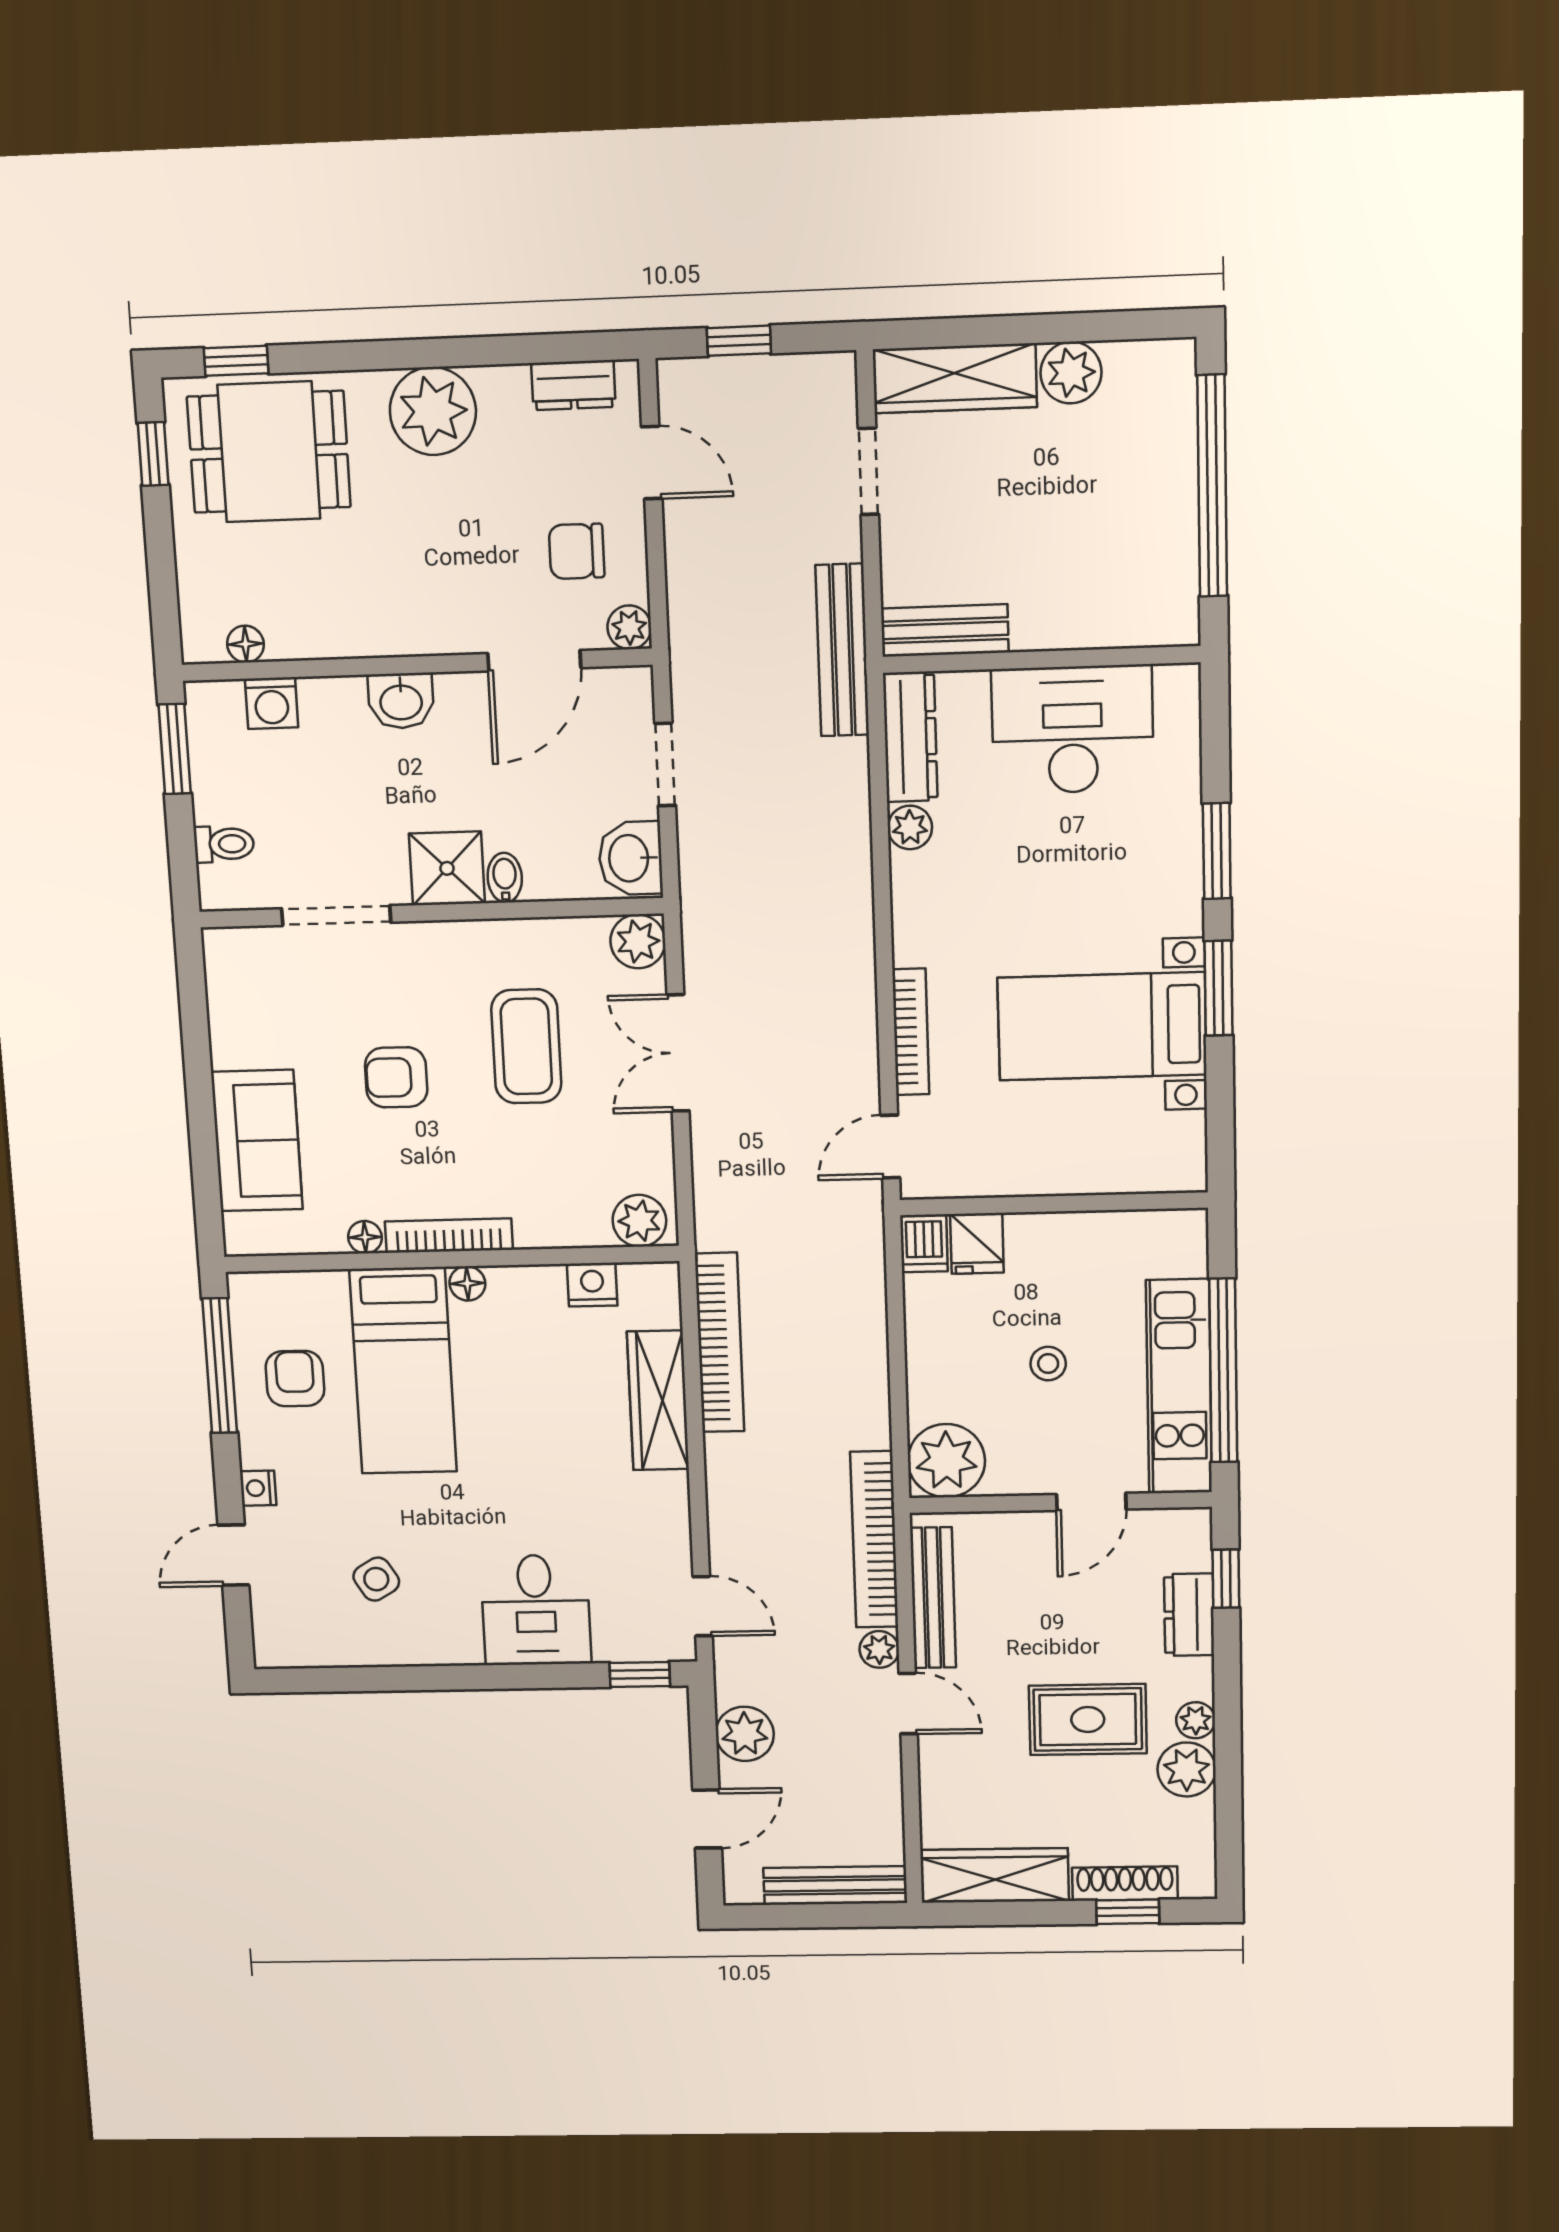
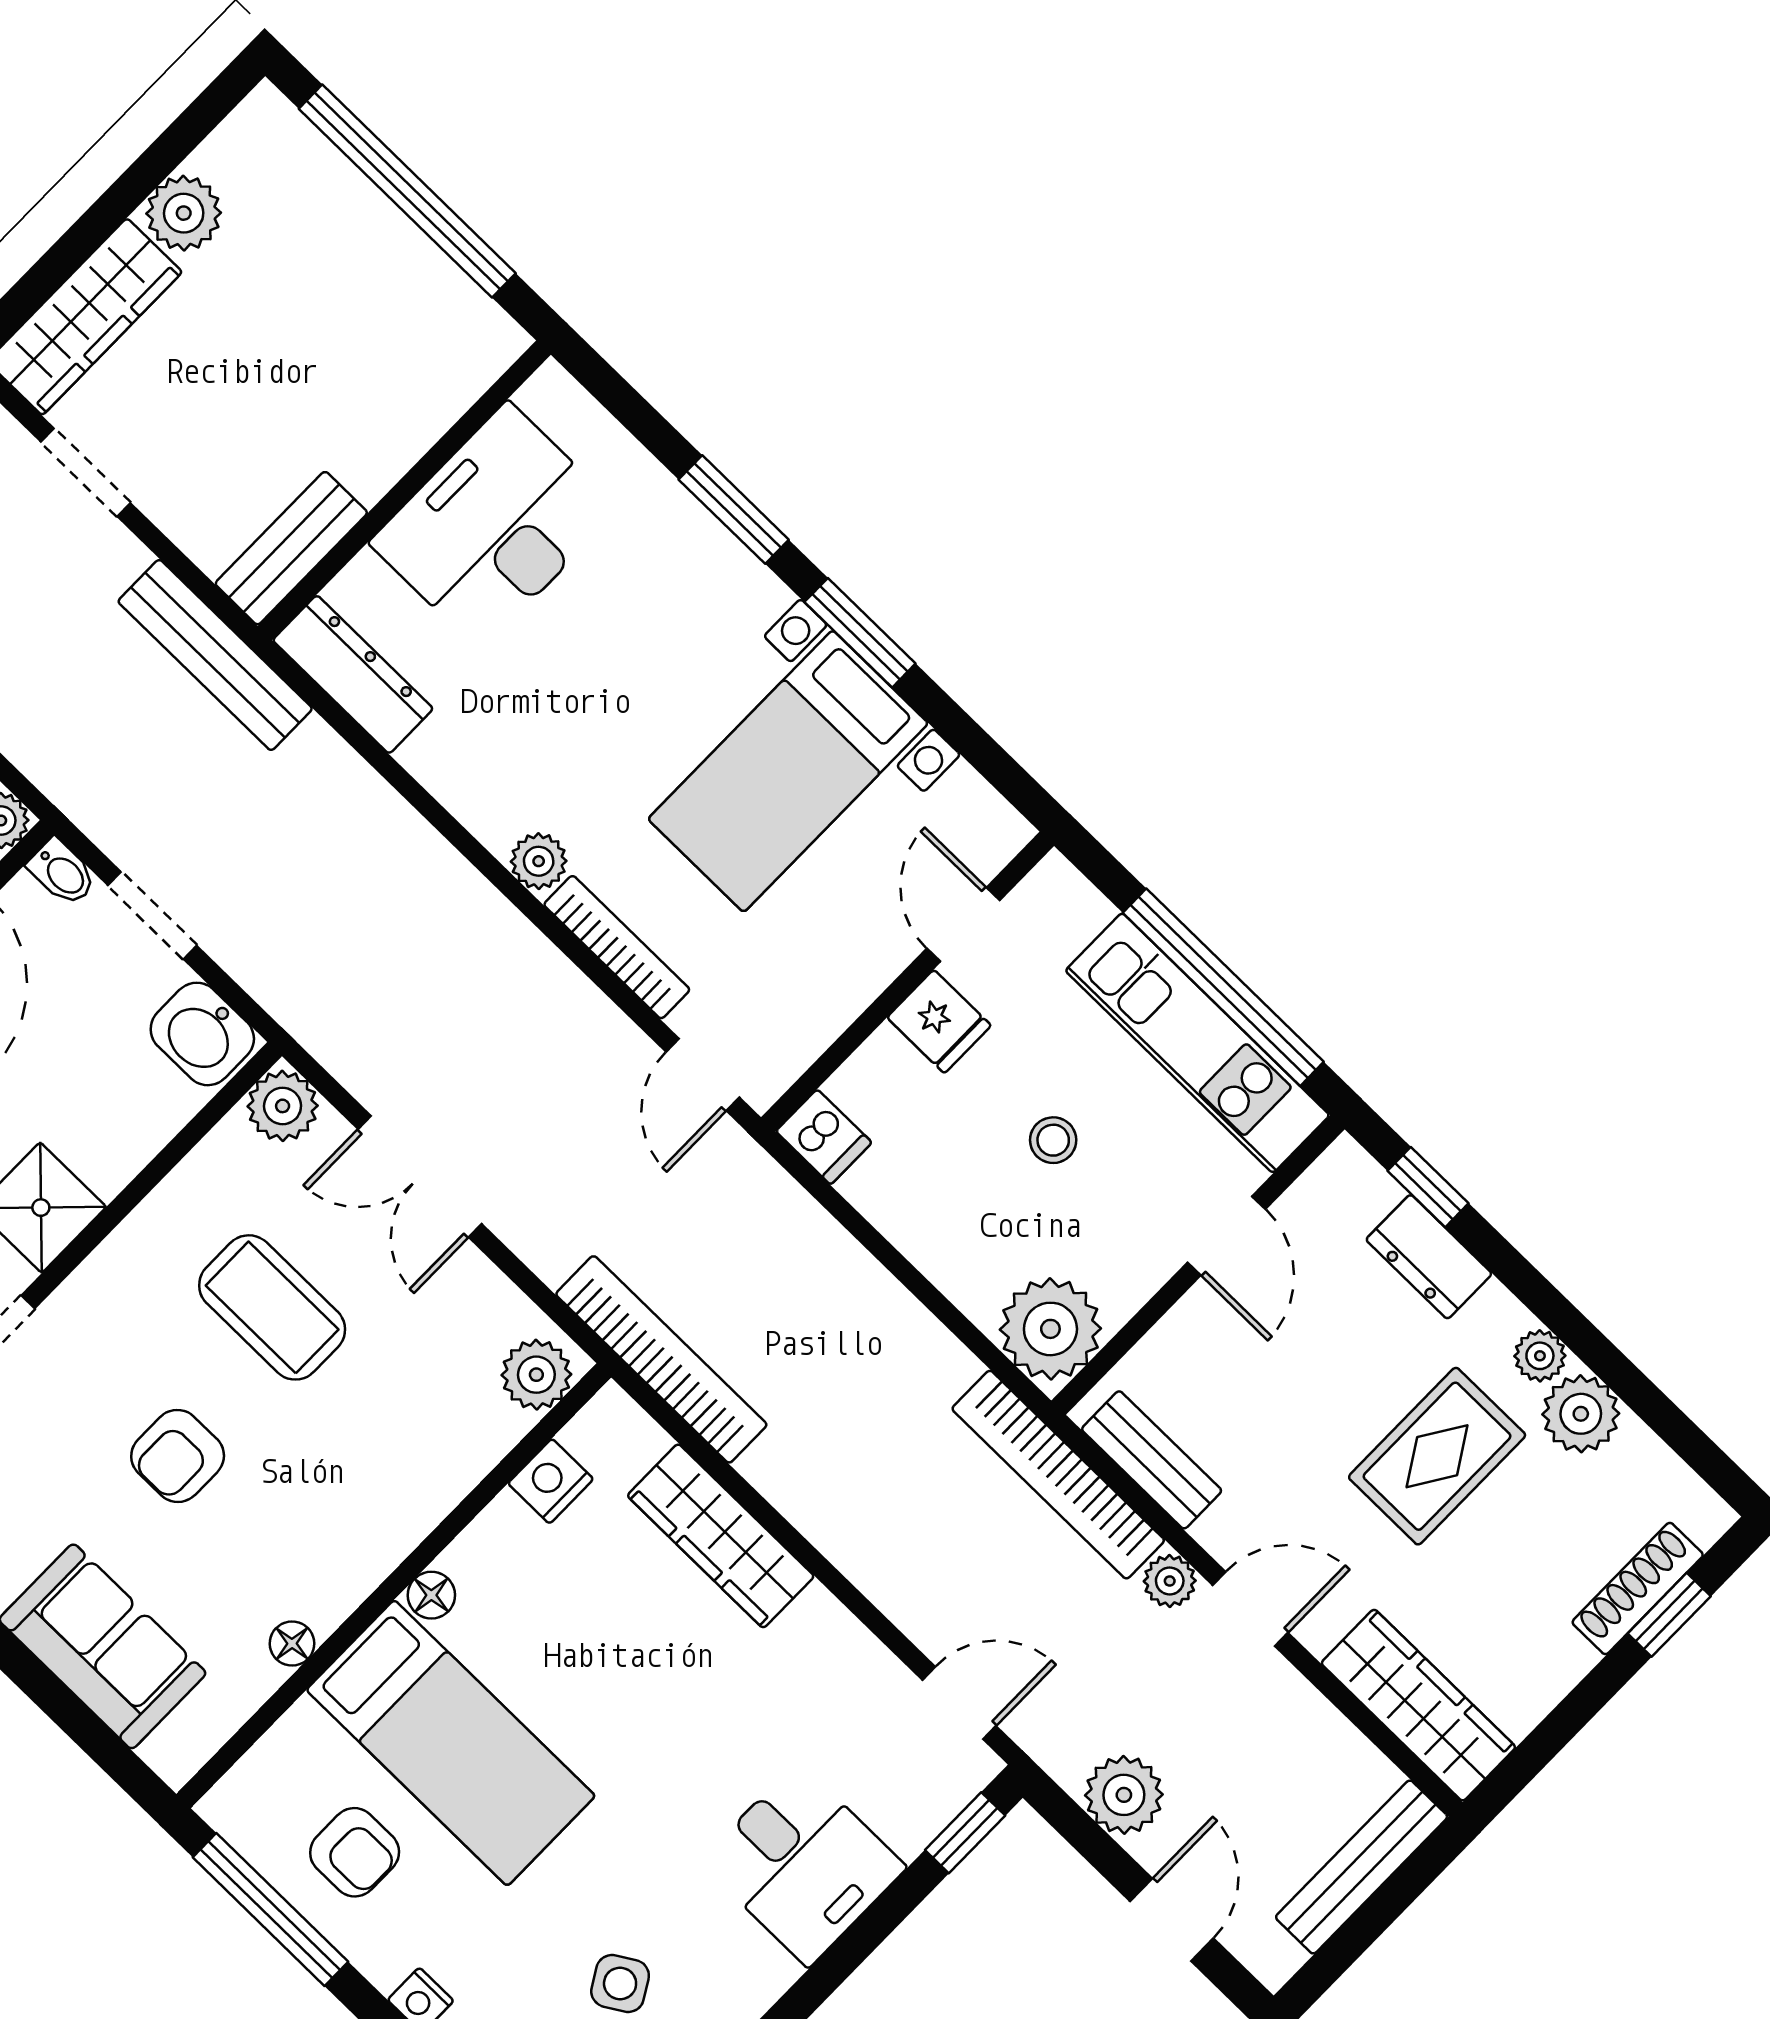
plant: (910, 827) -> (539, 861), moved
bidet: (505, 878) -> (62, 872), moved, turned 180
door: (1115, 1202) -> (963, 924), added
bookcase: (449, 1236) -> (370, 1565), removed
fridge: (977, 1243) -> (939, 1021), moved
bookcase: (720, 1343) -> (661, 1359), moved
armchair: (295, 1379) -> (355, 1852), turned 180
bench: (933, 1598) -> (1152, 1460), width x0.73
wardrobe: (995, 1875) -> (1418, 1705), moved, turned 90

